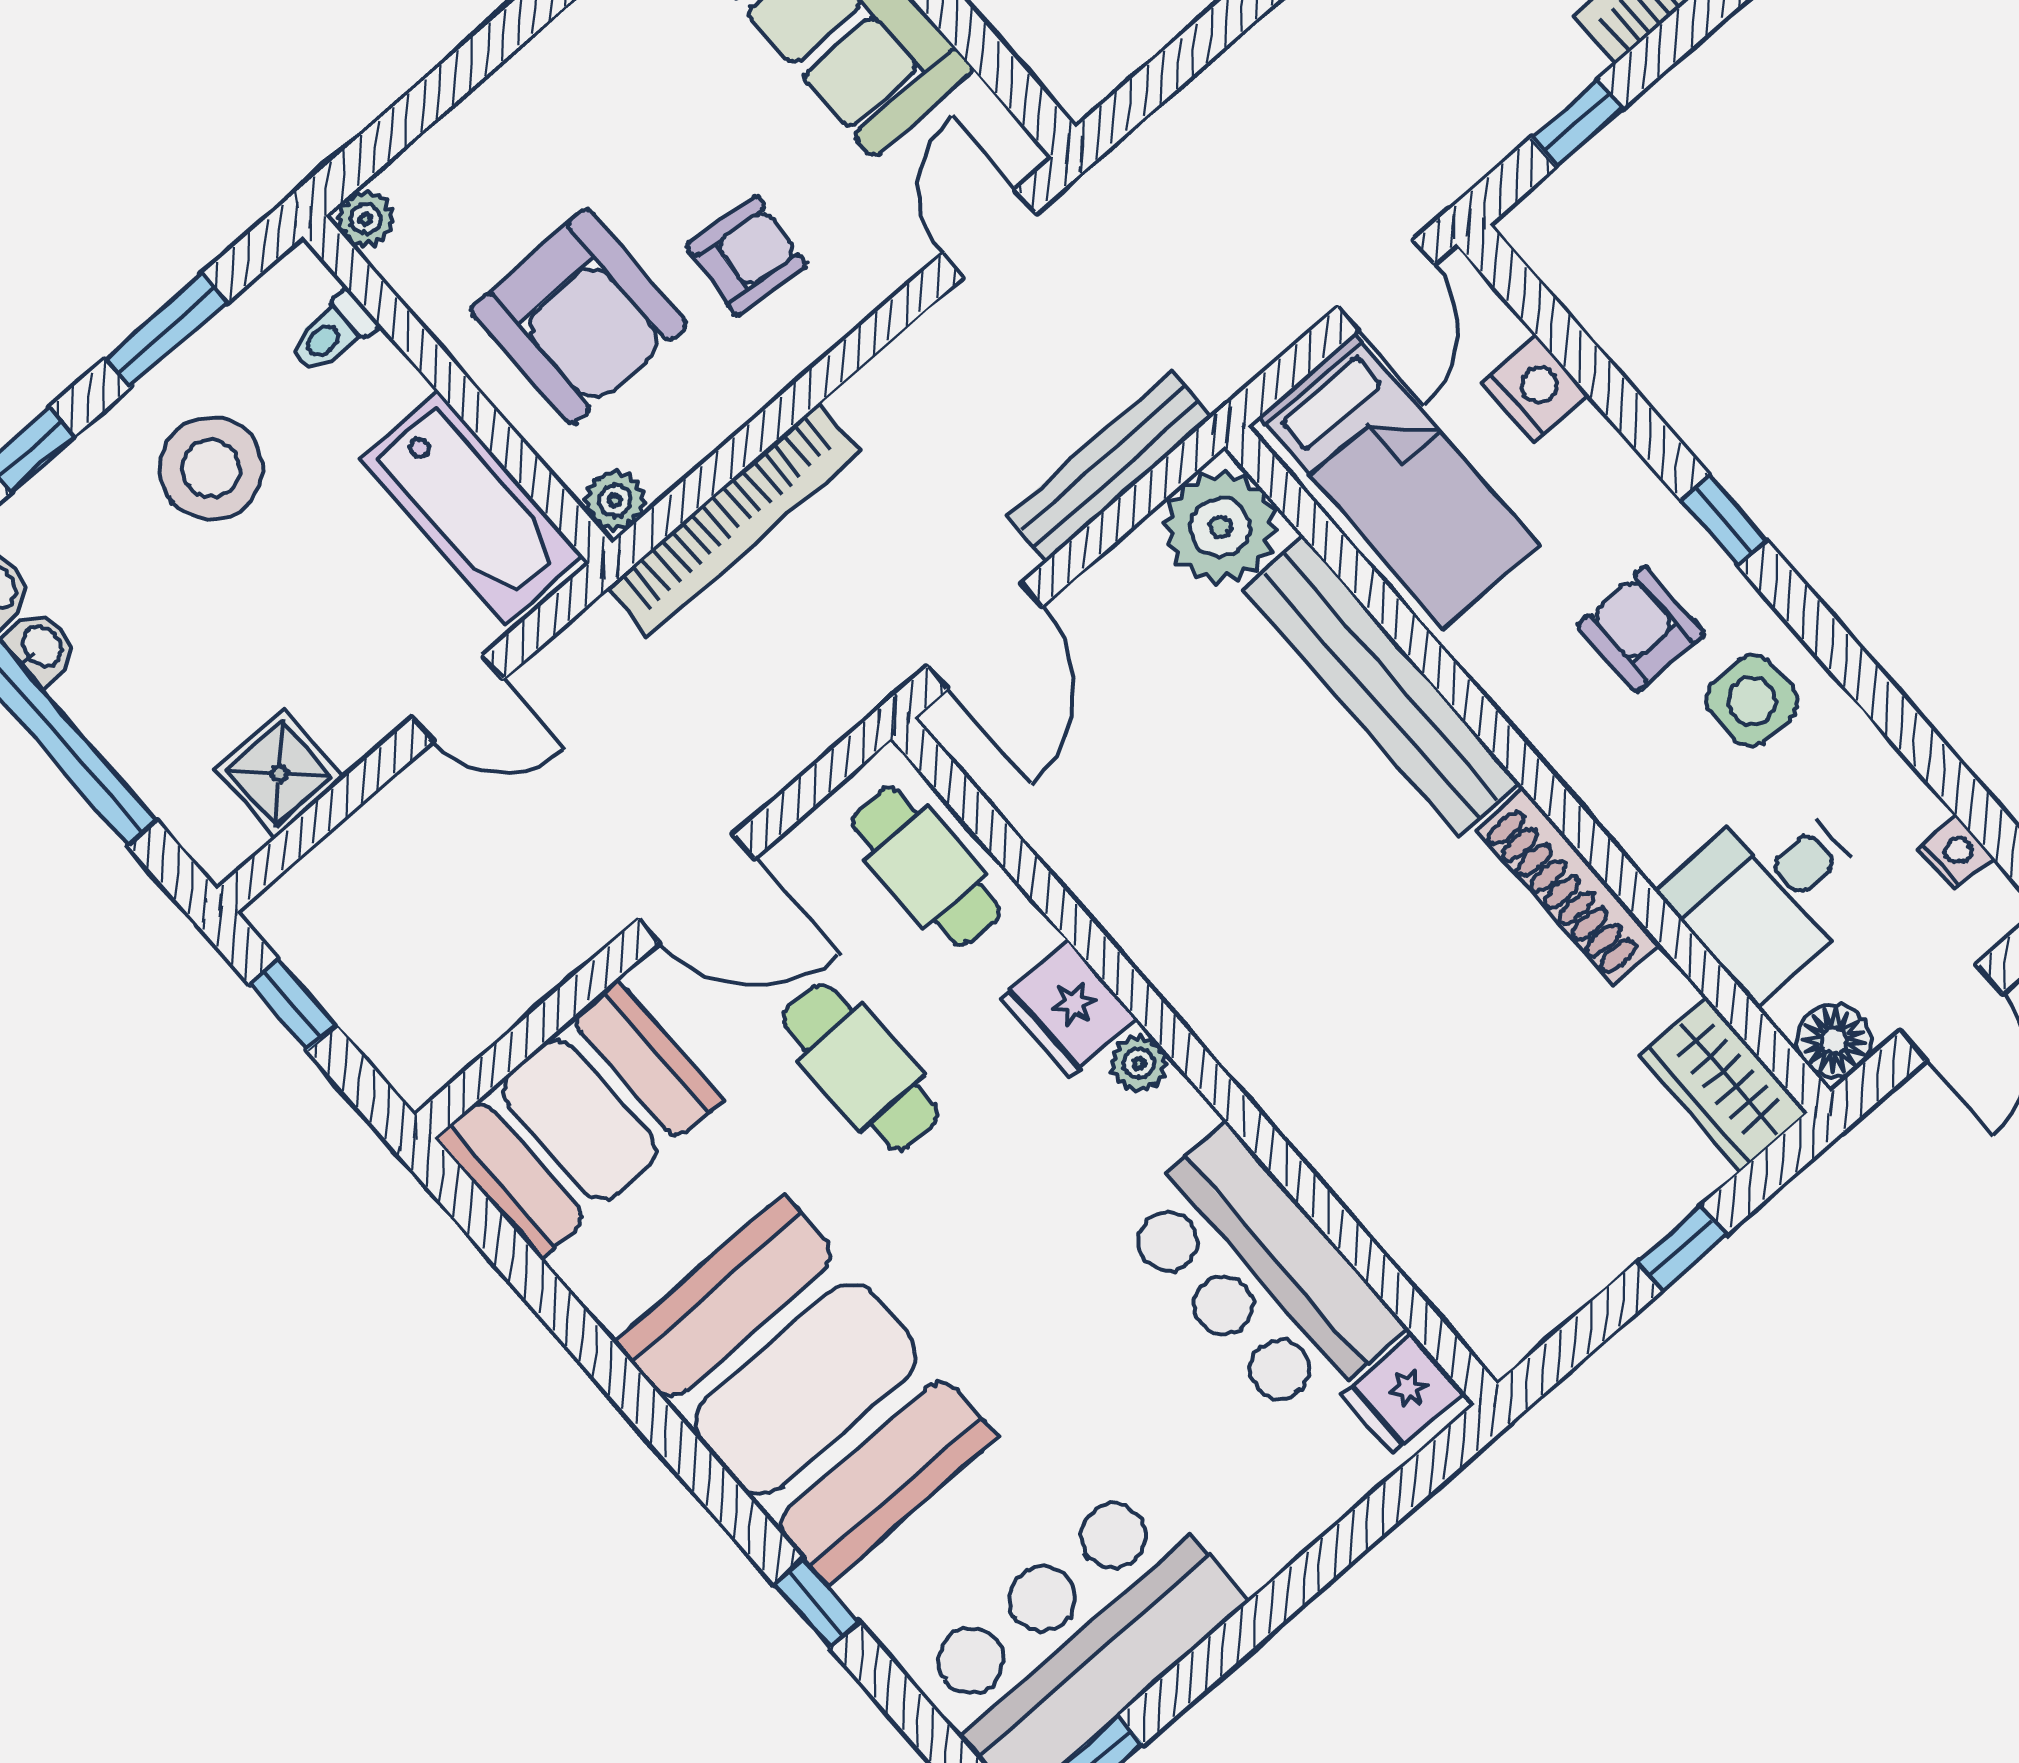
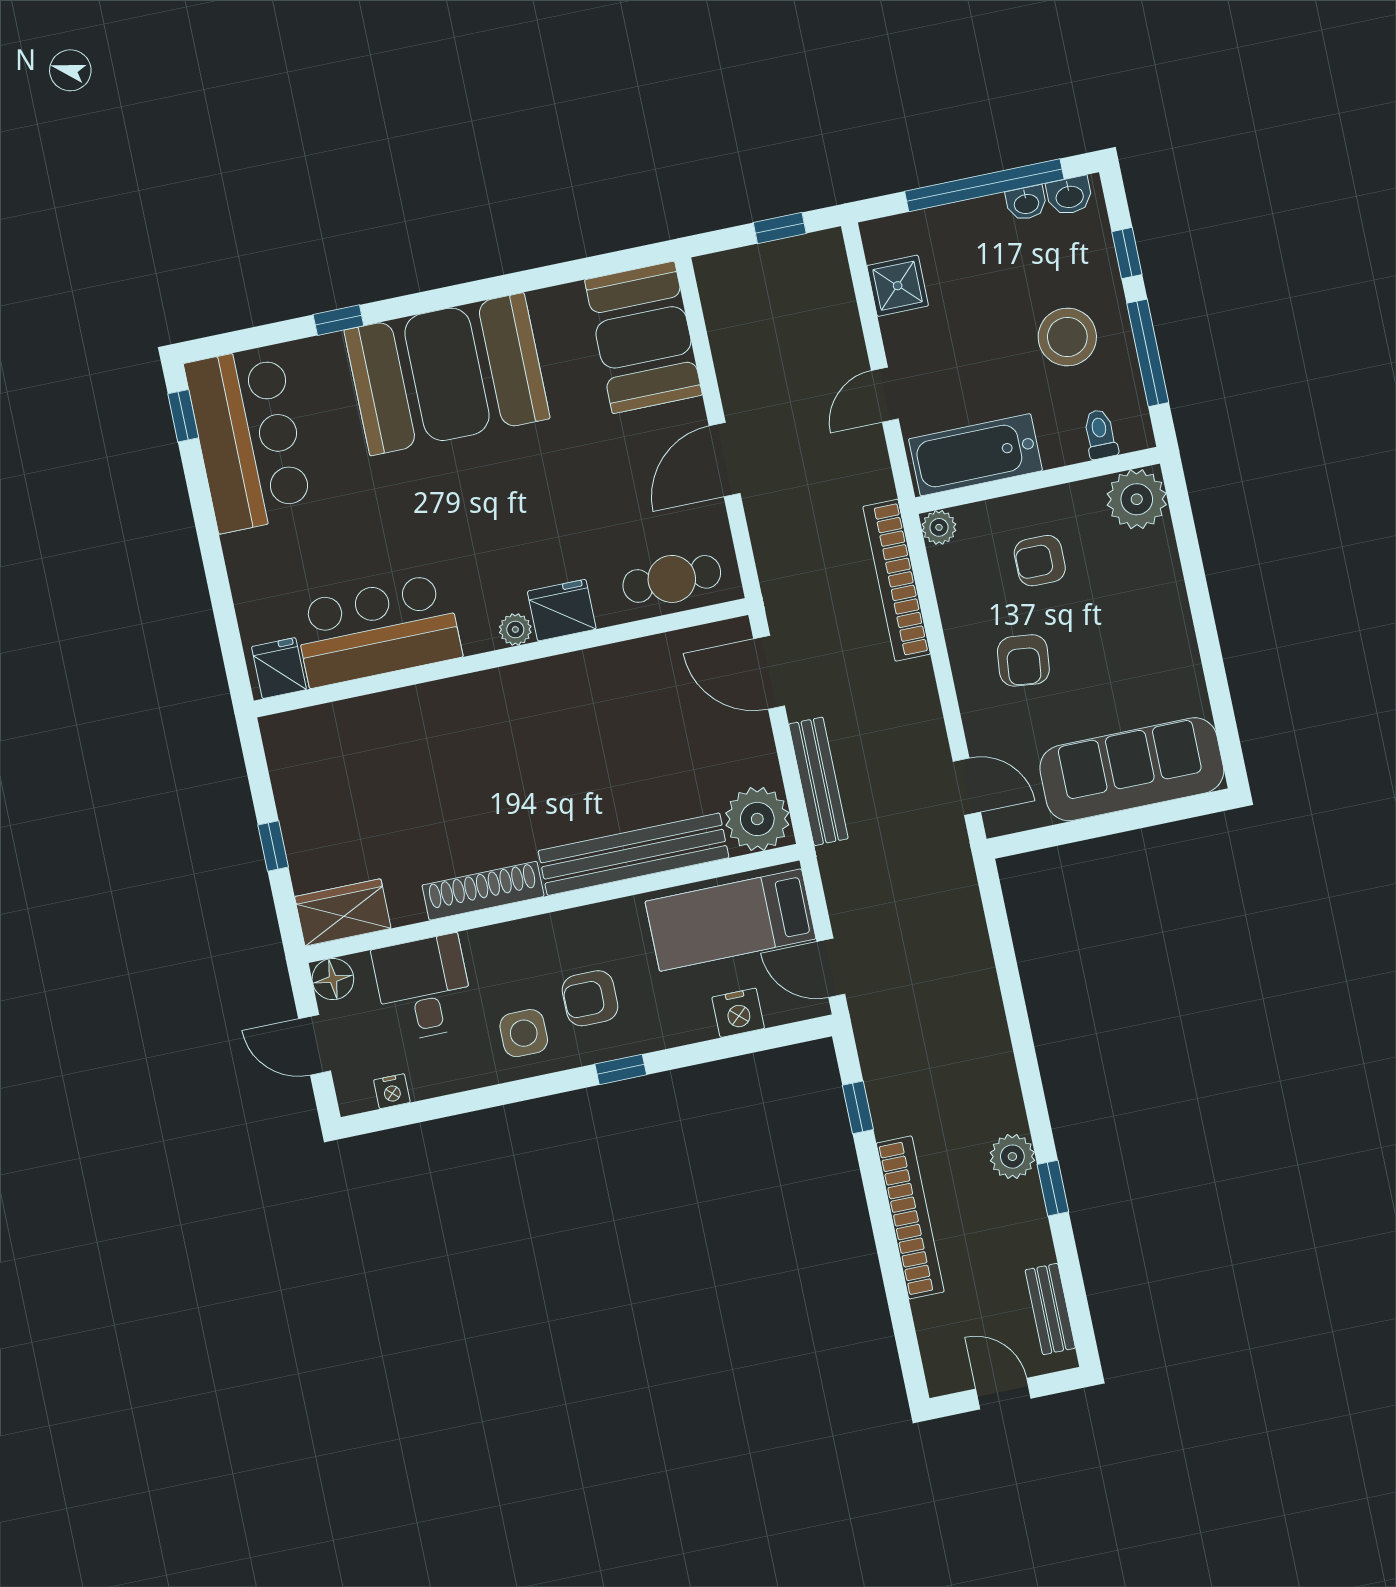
plant: (365, 219) -> (1137, 499), width x1.88, depth x1.88
armchair: (579, 317) -> (1040, 561), width x0.53, depth x0.53
window: (166, 331) -> (1148, 353), width x1.44
armchair: (1641, 629) -> (590, 998), turned 180
cafe table: (861, 1067) -> (591, 491), removed

